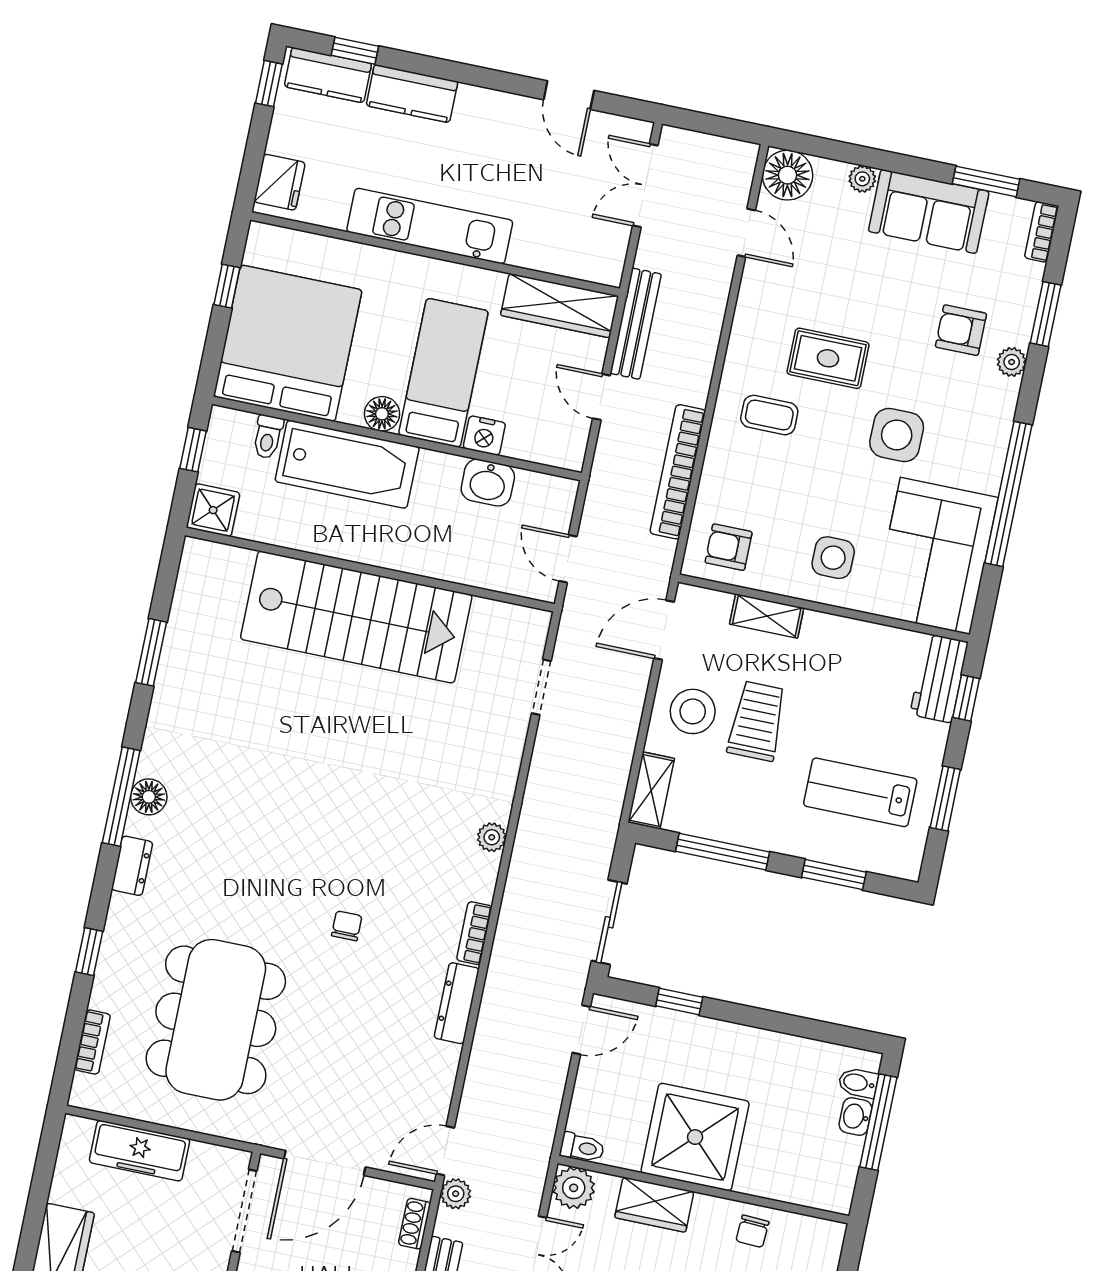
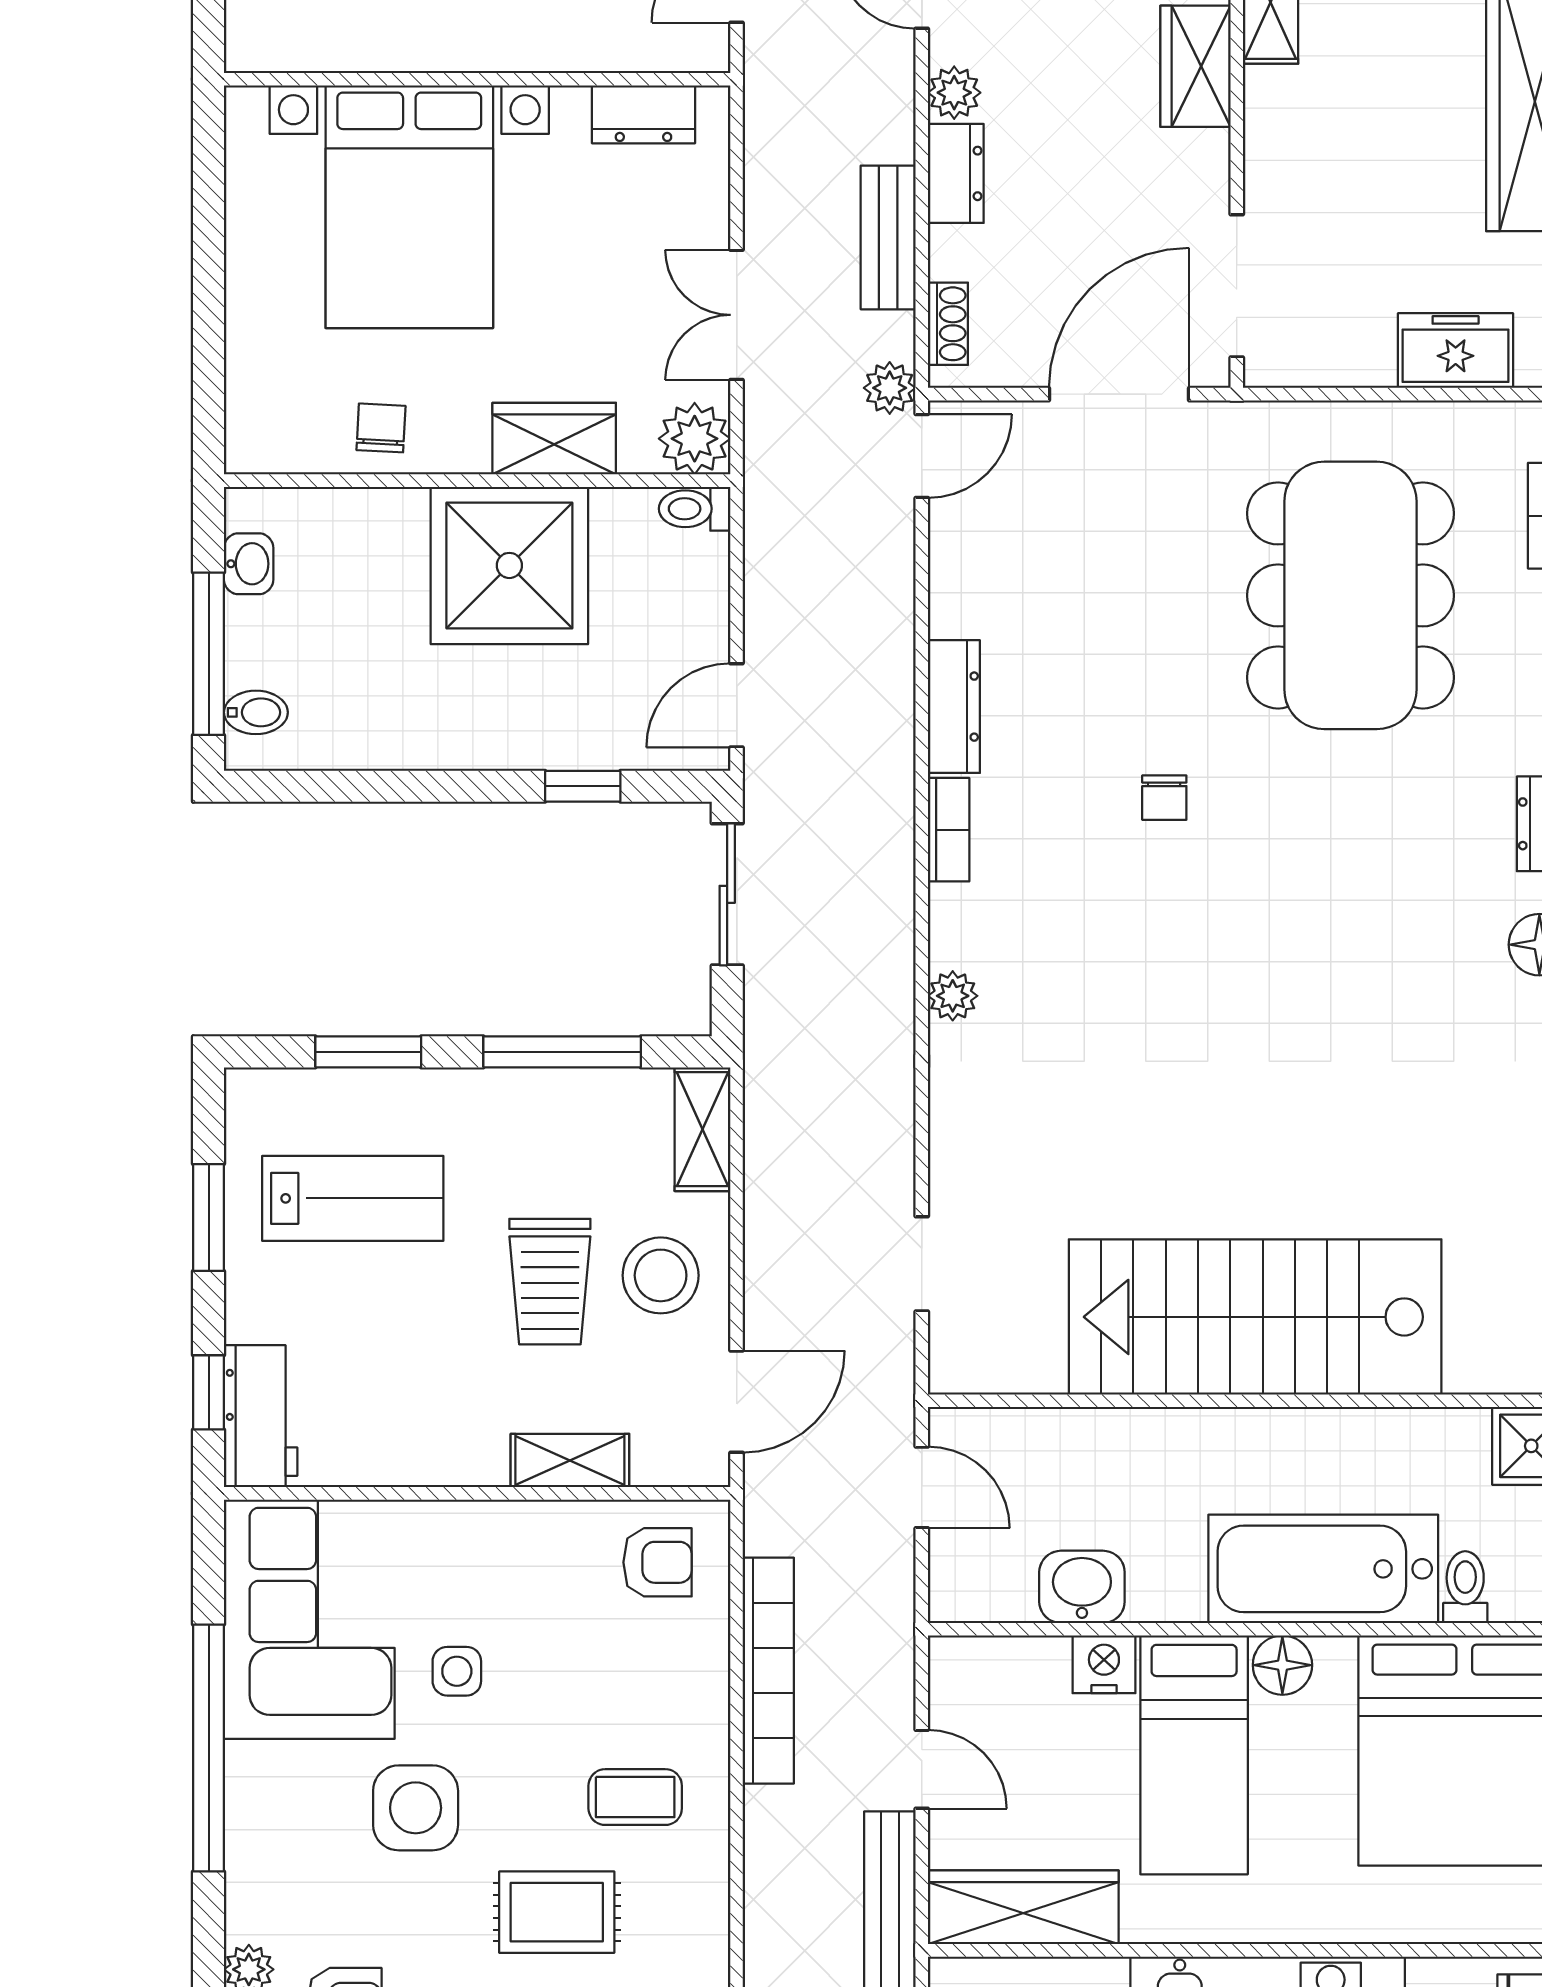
side table: (833, 558) -> (457, 1671), moved, width x0.73, depth x0.73
washbasin: (855, 1116) -> (249, 564), moved
freezer: (140, 1151) -> (1456, 351), width x0.71

